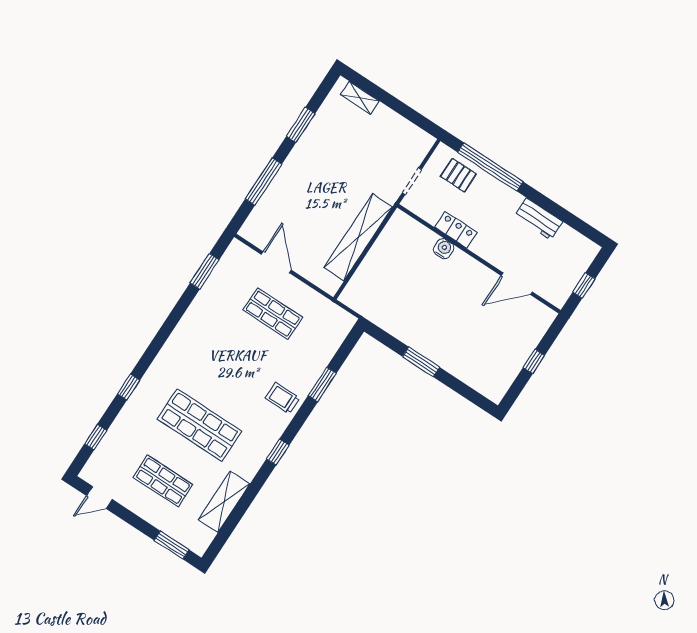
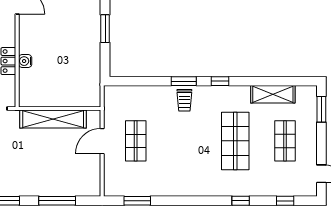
door: (276, 262) -> (102, 141), moved
window: (322, 384) -> (184, 81), moved

